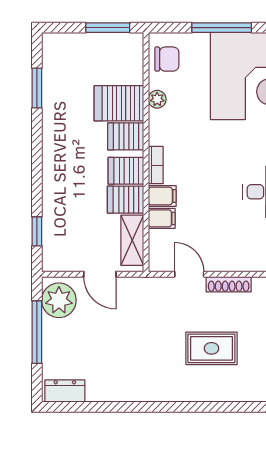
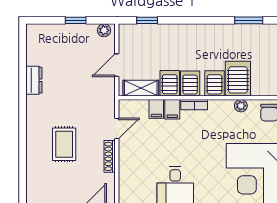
plant: (59, 300) -> (104, 30), width x0.53, depth x0.53
window: (37, 332) -> (76, 20), width x0.46
dresser: (65, 391) -> (34, 80), moved

